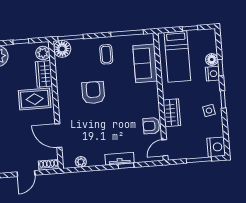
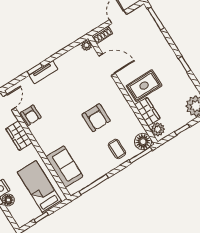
coffee table: (106, 54) -> (117, 149), moved
armchair: (151, 126) -> (31, 115), turned 90
plant: (81, 162) -> (86, 45), moved

